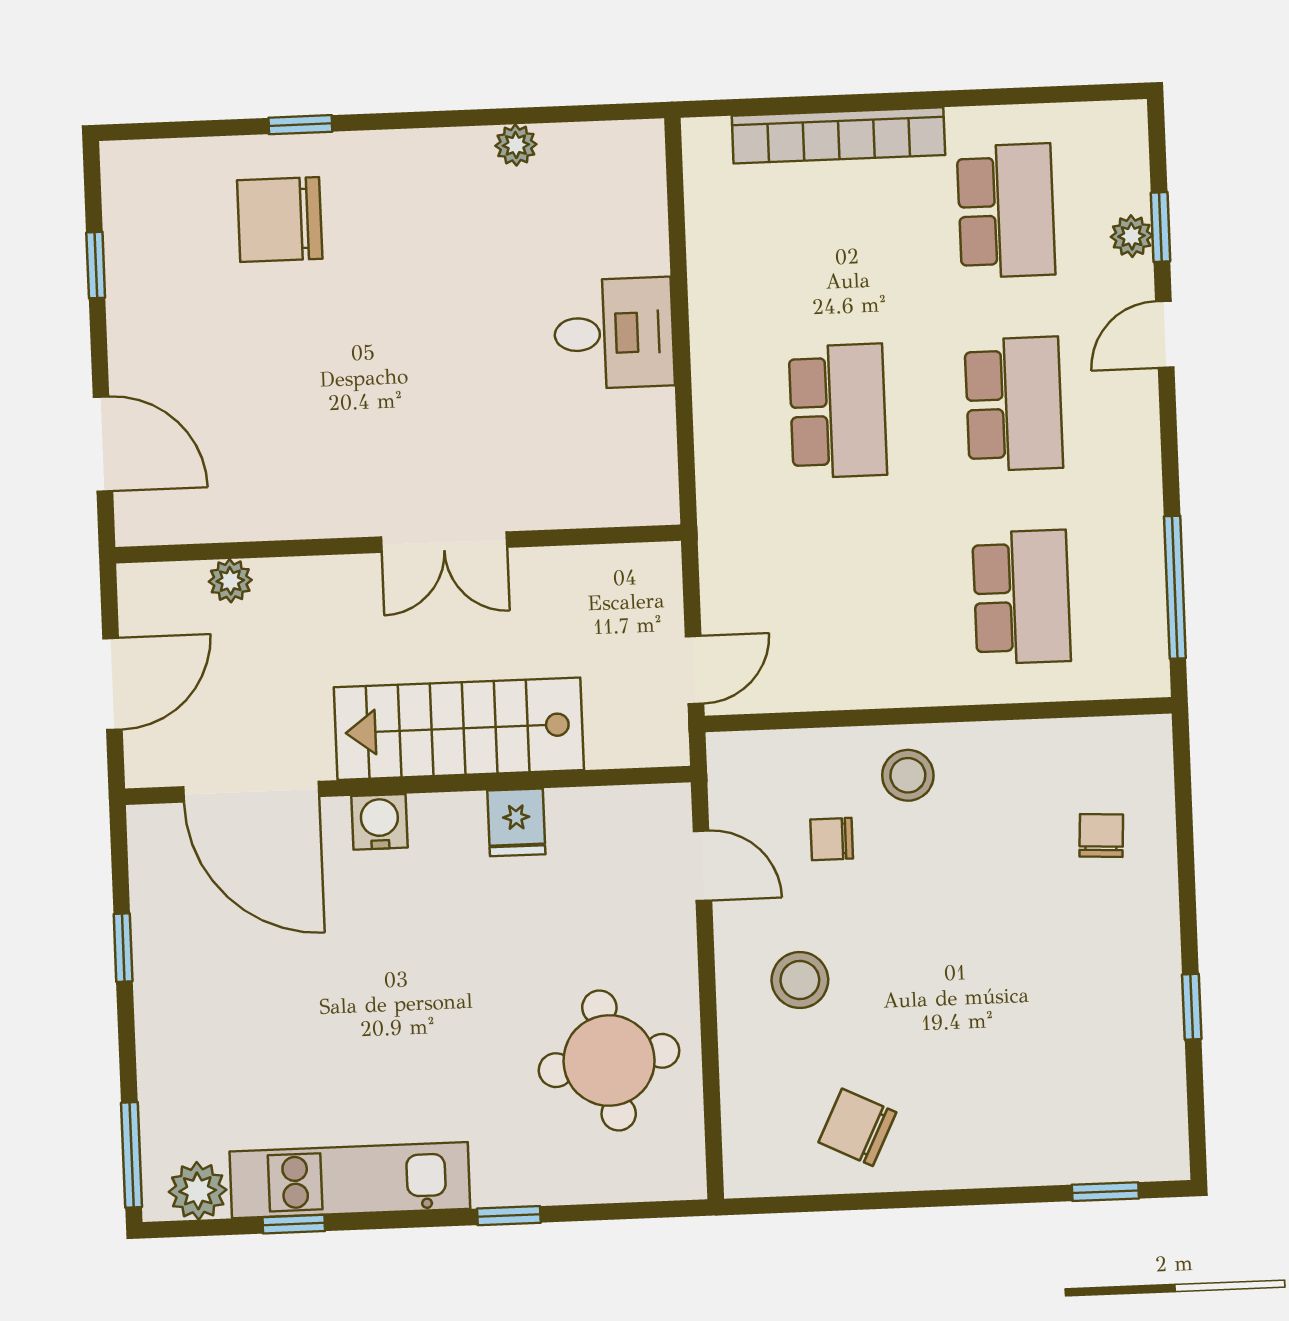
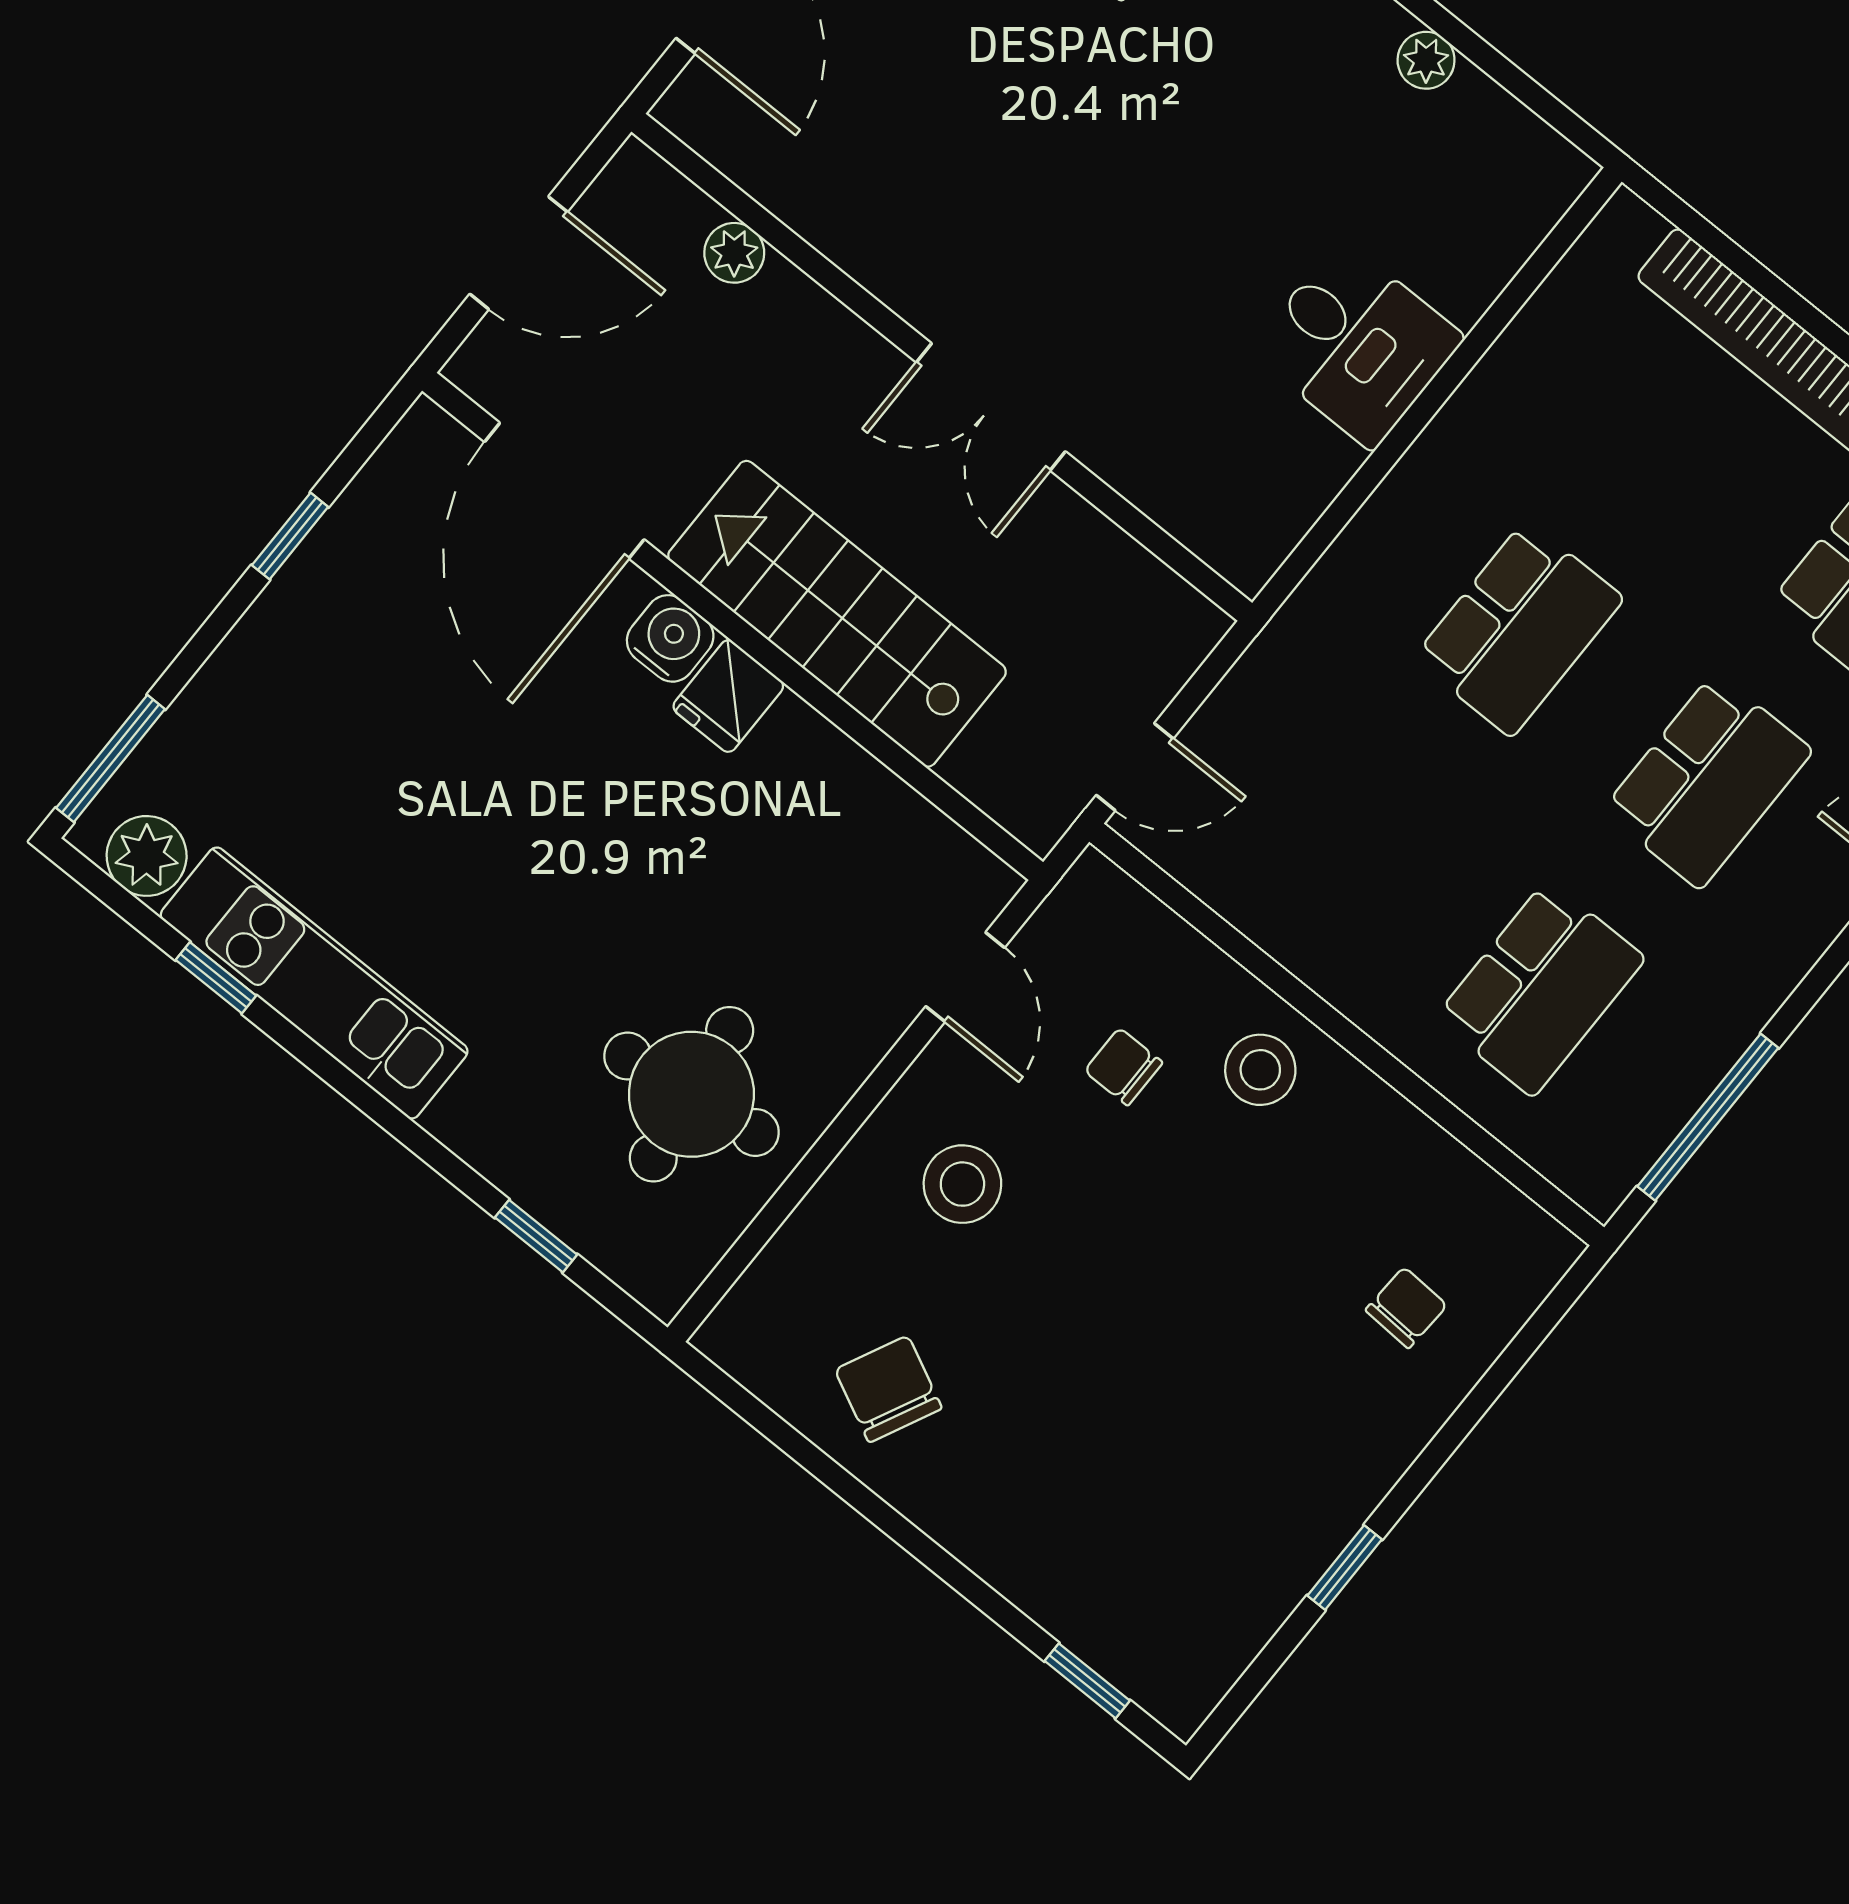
fridge: (516, 822) -> (728, 696), moved
window: (509, 1216) -> (536, 1236), moved

